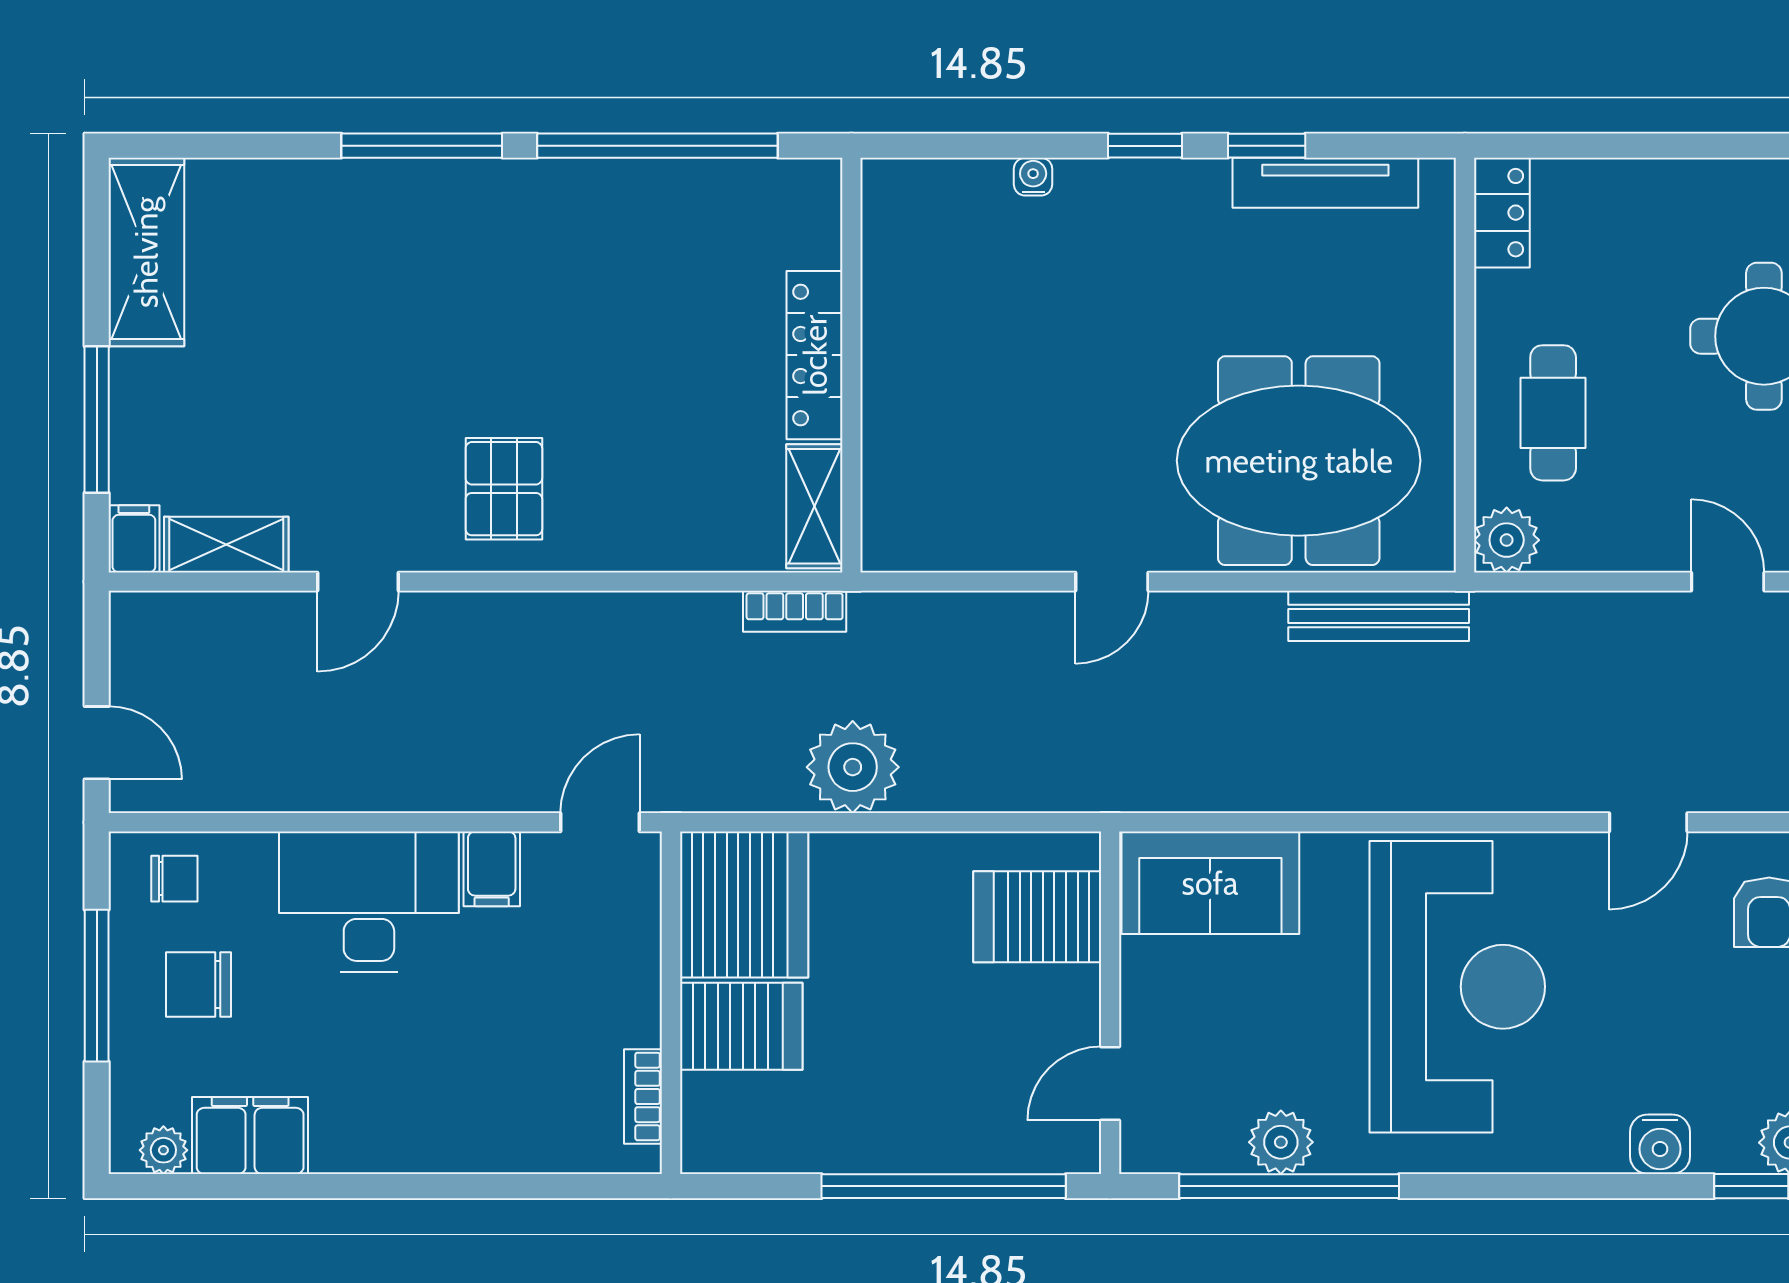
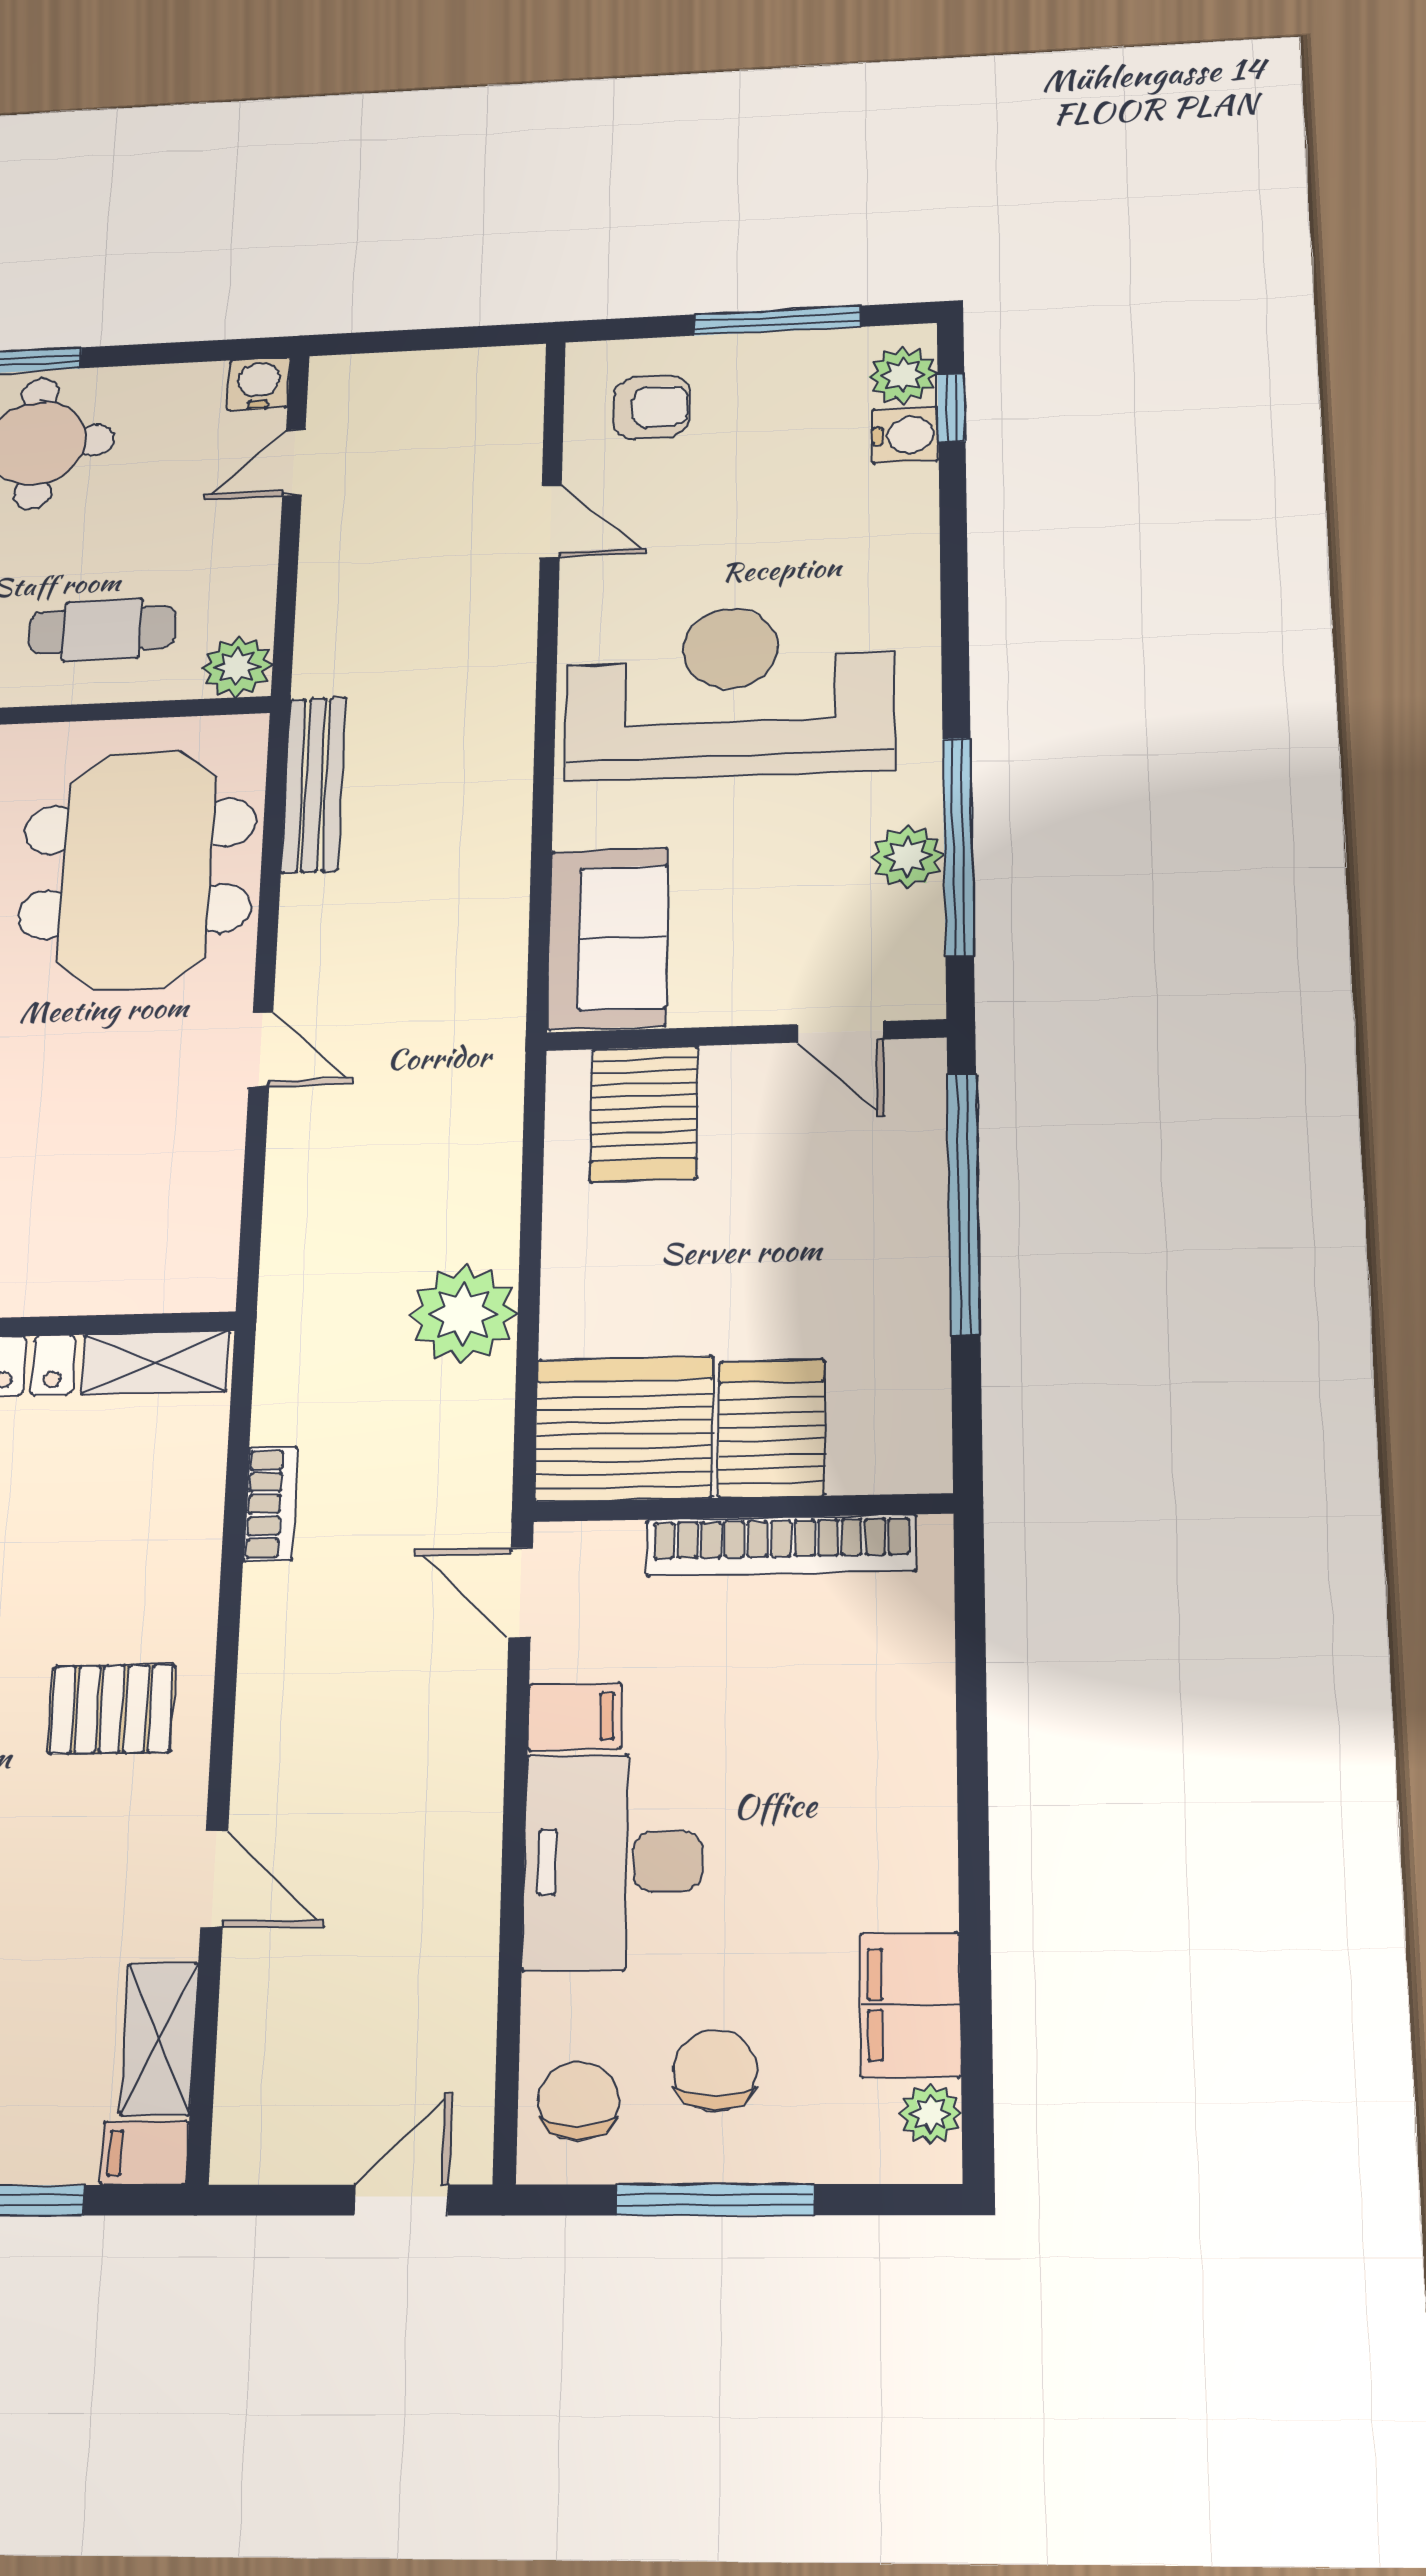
bookcase: (795, 611) -> (271, 1504), moved
chair: (174, 879) -> (579, 2101), width x1.37, depth x1.37
chair: (198, 984) -> (715, 2070), turned 180
bookcase: (643, 1096) -> (781, 1545), width x2.31, depth x1.31
water cooler: (1660, 1144) -> (905, 435), moved

